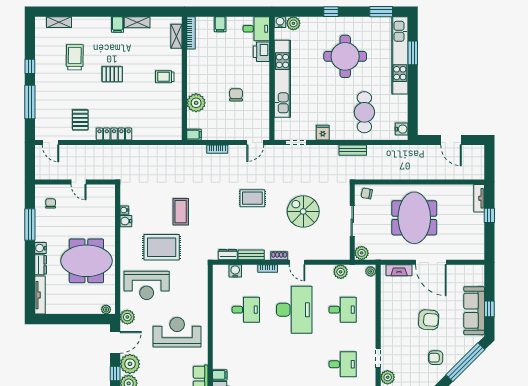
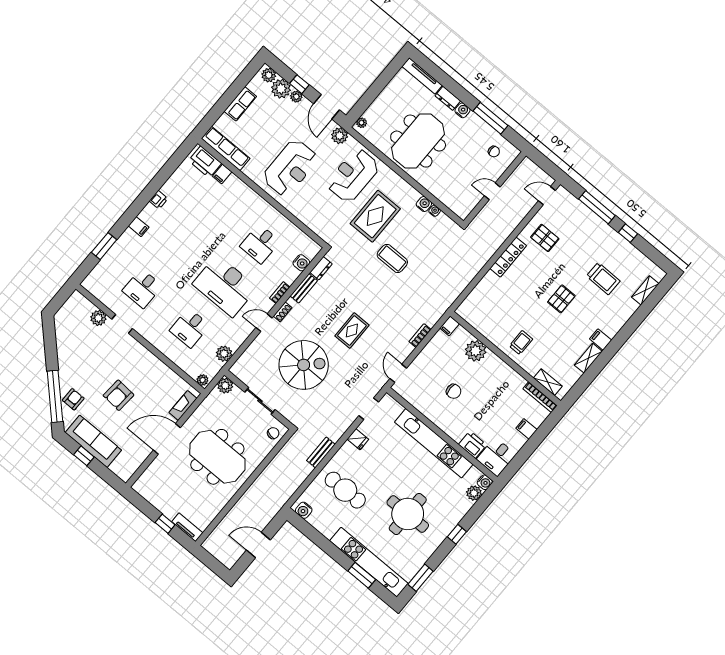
spiral stairs: (303, 211) -> (304, 365), width x1.37, depth x1.37
armchair: (436, 358) -> (73, 399), moved
plant: (130, 364) -> (296, 97), width x0.53, depth x0.53

